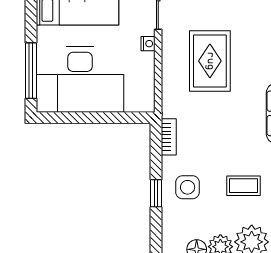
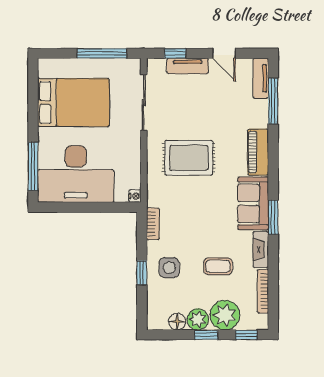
nightstand: (148, 44) -> (135, 196), moved
rug: (210, 61) -> (189, 158), turned 90

